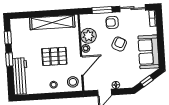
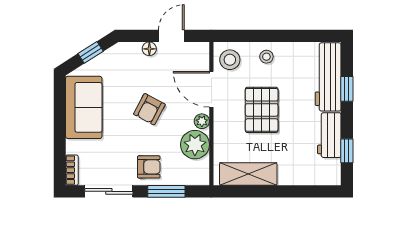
shelving: (52, 22) -> (248, 174), width x0.68
armchair: (119, 44) -> (149, 109), moved
workbench: (18, 45) -> (329, 135), added
pallet: (54, 56) -> (262, 110), turned 90
window: (9, 60) -> (347, 89), moved
door: (82, 66) -> (211, 89), hinge flipped

